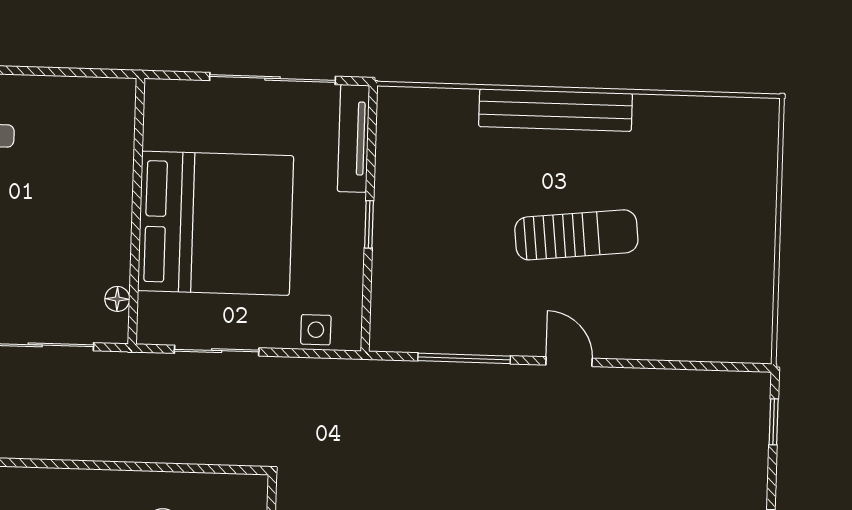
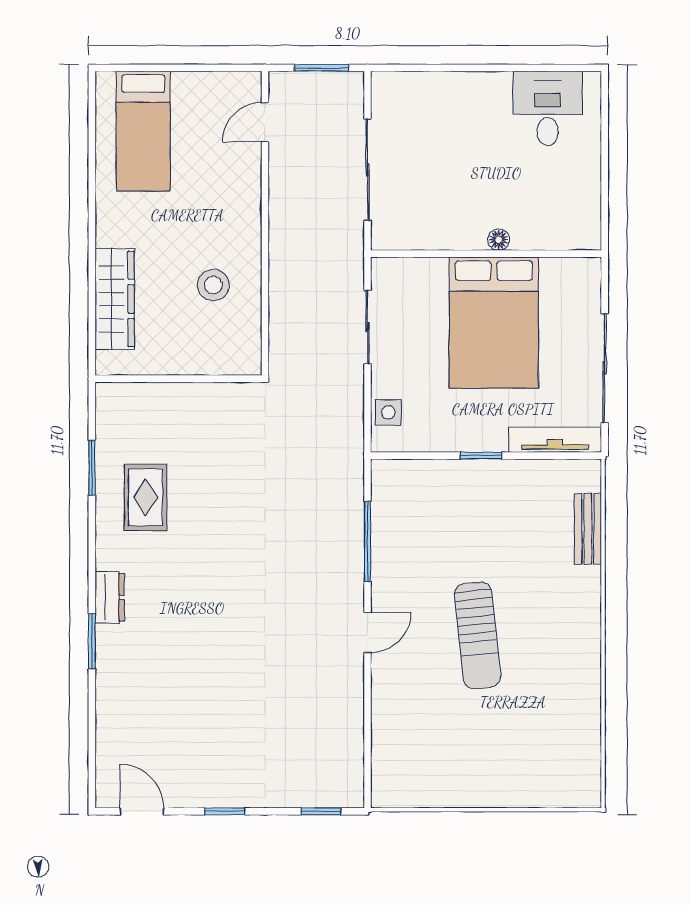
bench: (556, 110) -> (588, 529), moved, width x0.54, depth x0.82
bed: (216, 223) -> (494, 323), width x0.73
floor lamp: (117, 299) -> (499, 240), moved

